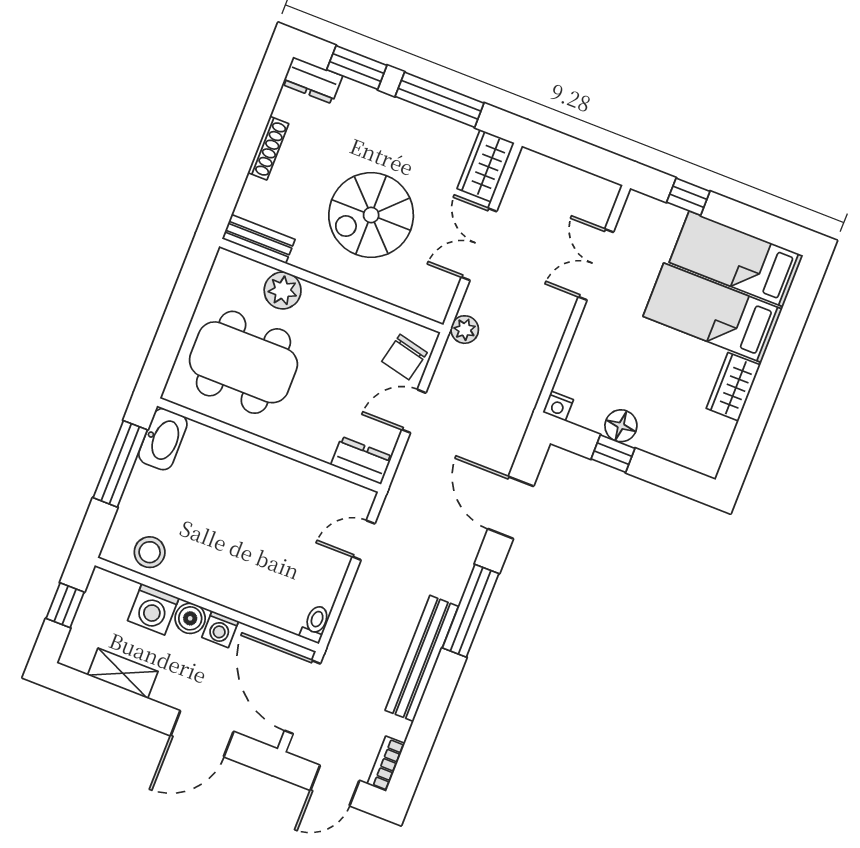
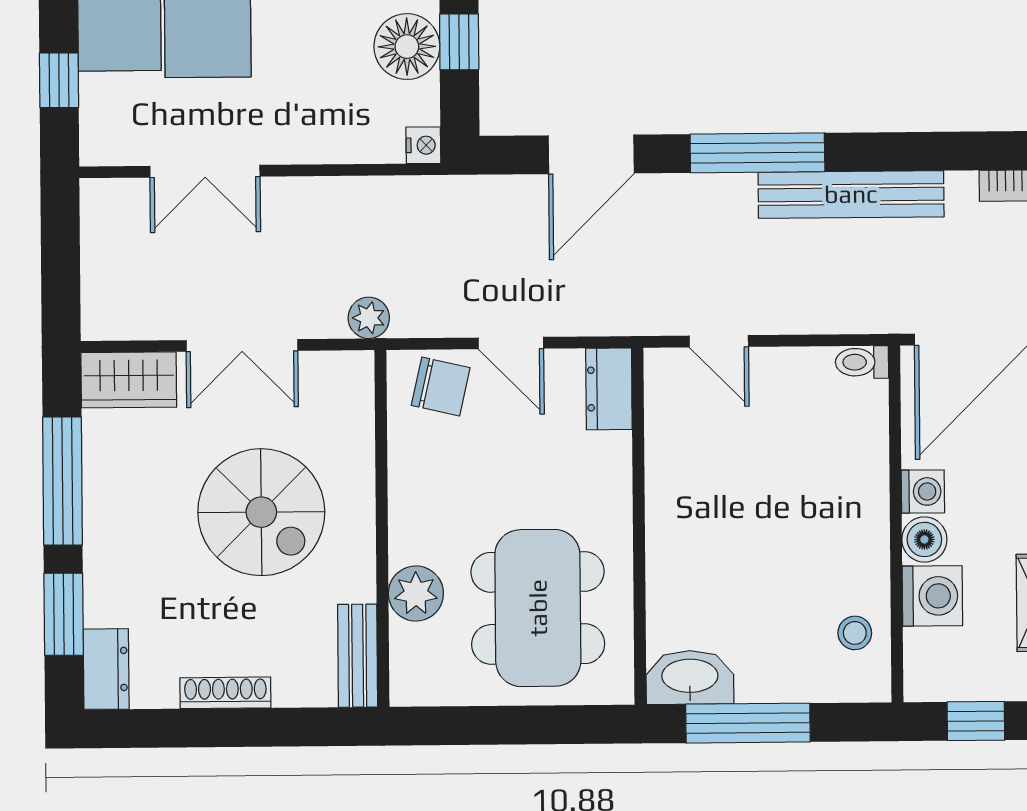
floor lamp: (621, 426) -> (407, 47), width x1.38, depth x1.38
stool: (150, 552) -> (855, 633), width x0.73, depth x0.73

